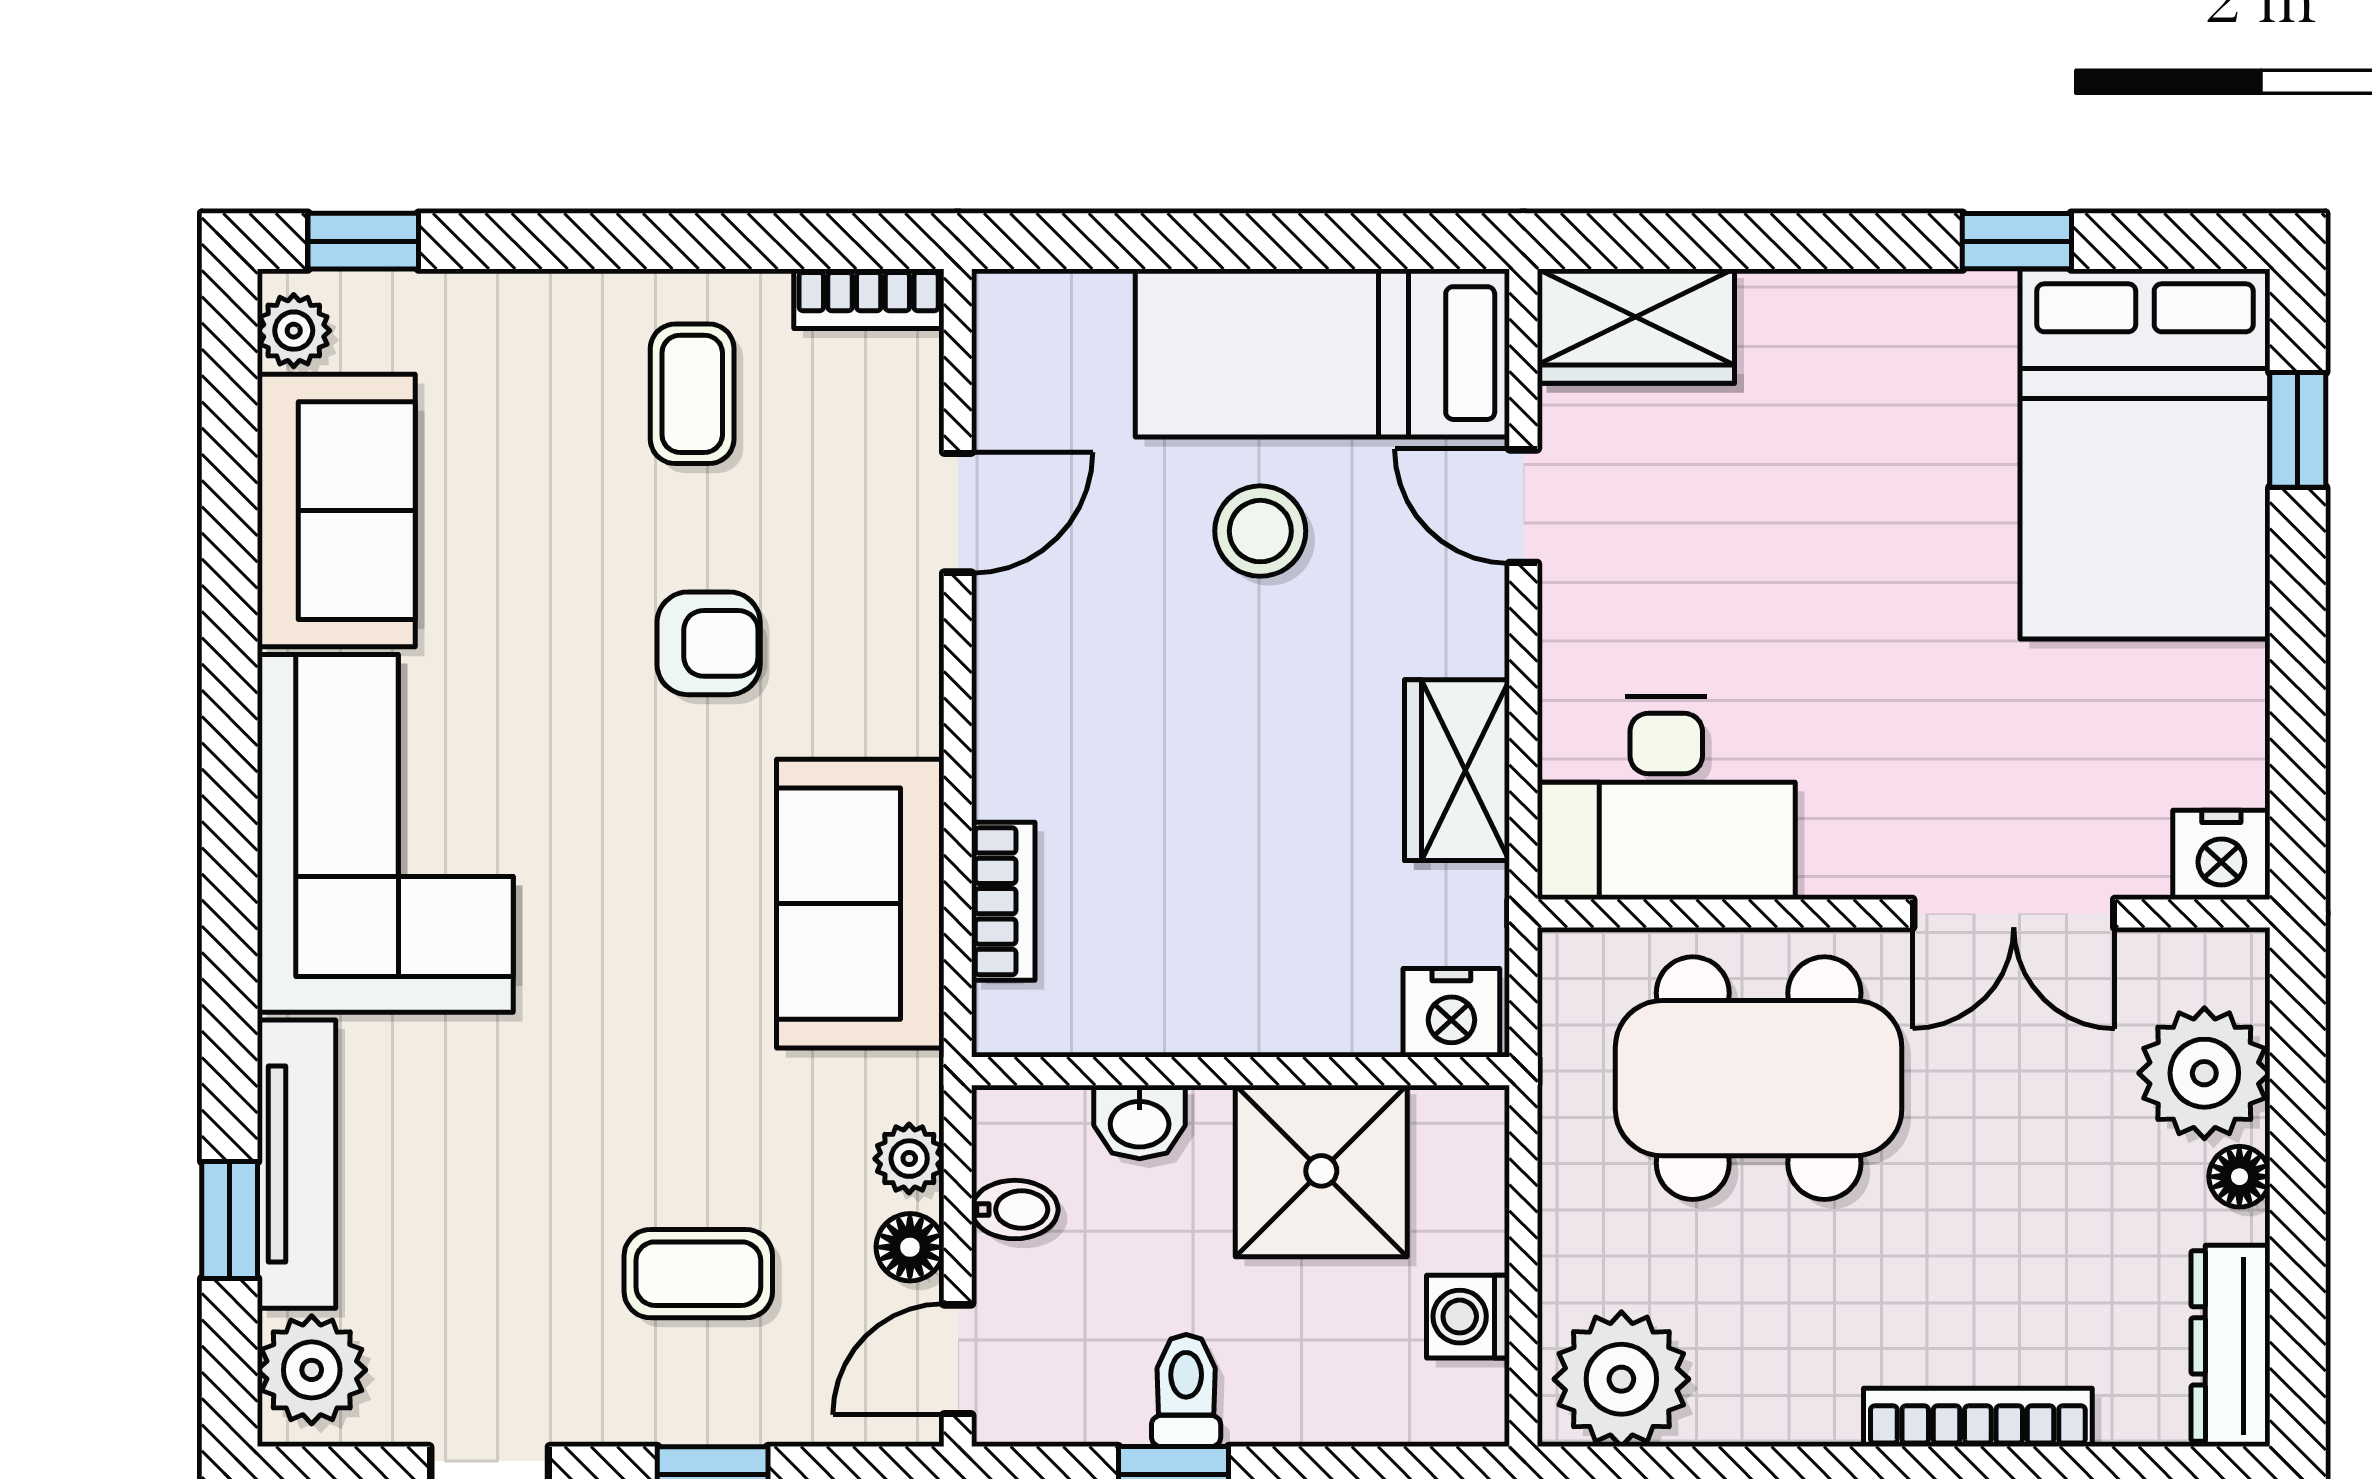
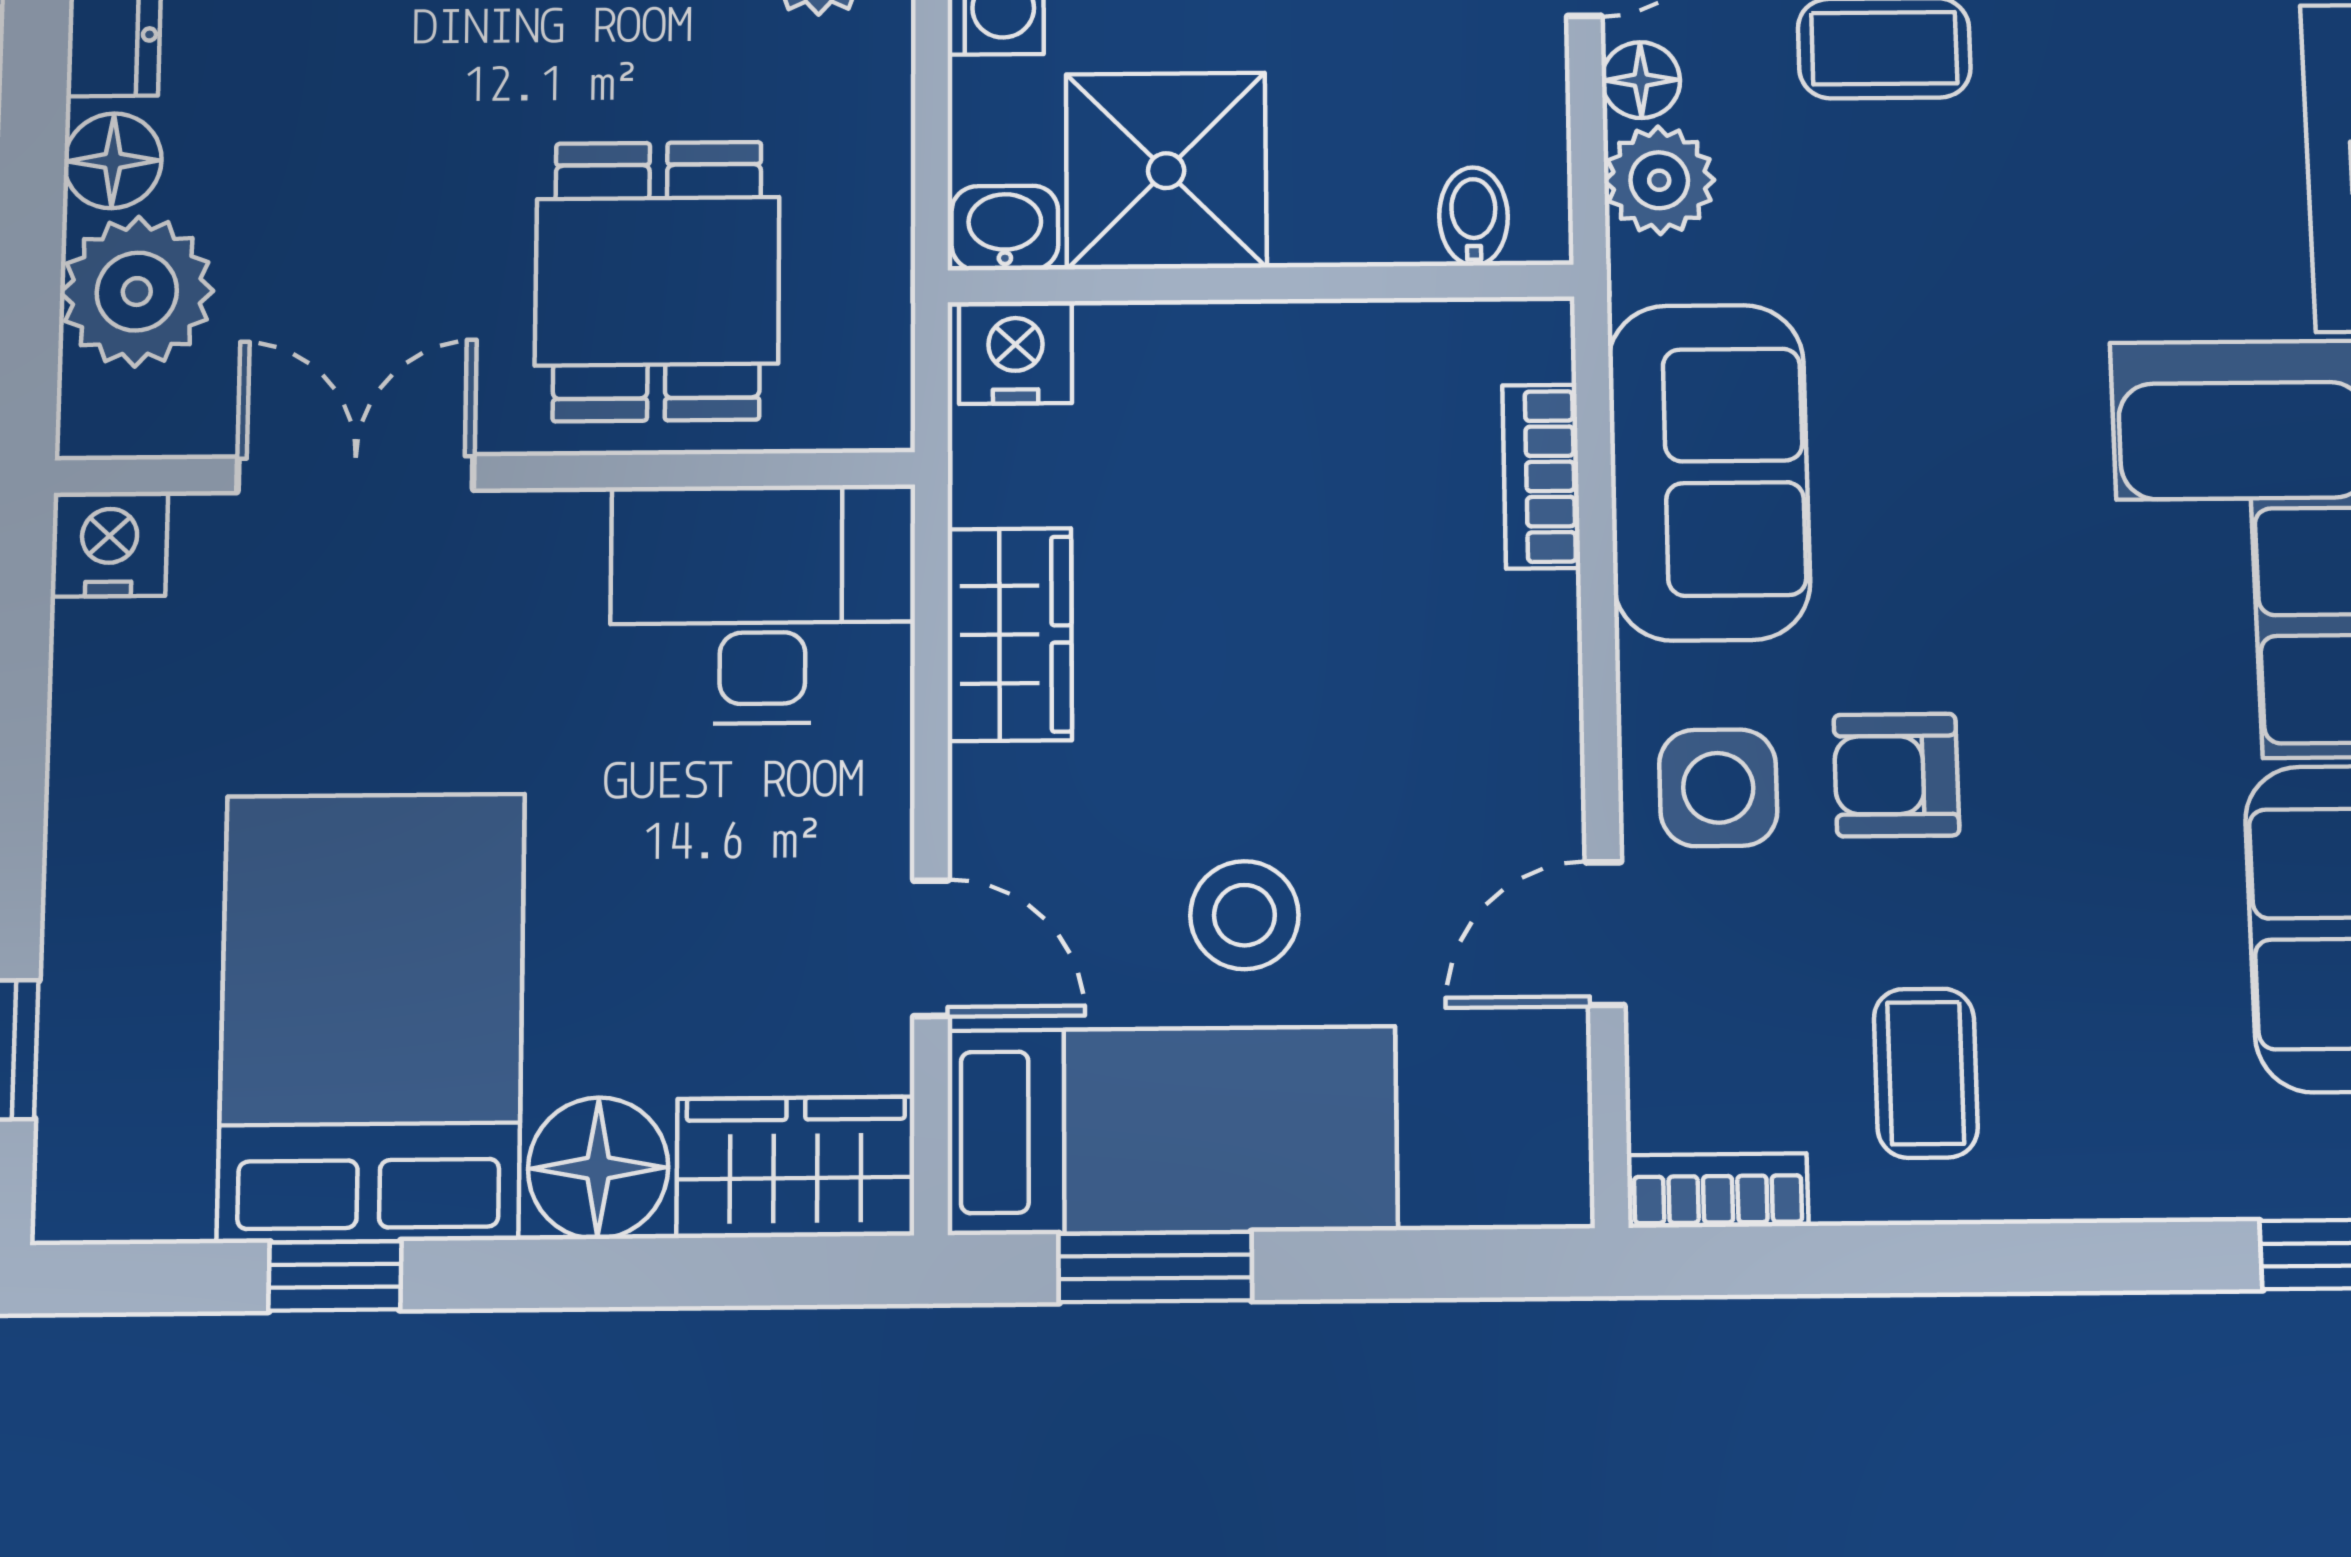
window: (1337, 241) -> (1155, 1267), added
floor lamp: (1800, 327) -> (598, 1168), added
bed: (2145, 454) -> (372, 1017), moved
side table: (859, 634) -> (1718, 788), added
dining table: (1759, 1078) -> (657, 281), width x0.73
washbasin: (1140, 1122) -> (1005, 228), moved
plant: (909, 1159) -> (1659, 180), width x1.38, depth x1.38
floor lamp: (2239, 1177) -> (113, 161), width x1.37, depth x1.37
bidet: (1015, 1210) -> (1473, 216), moved, turned 90

